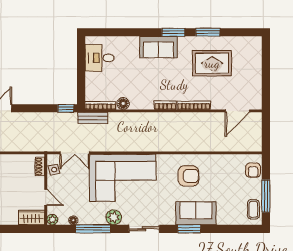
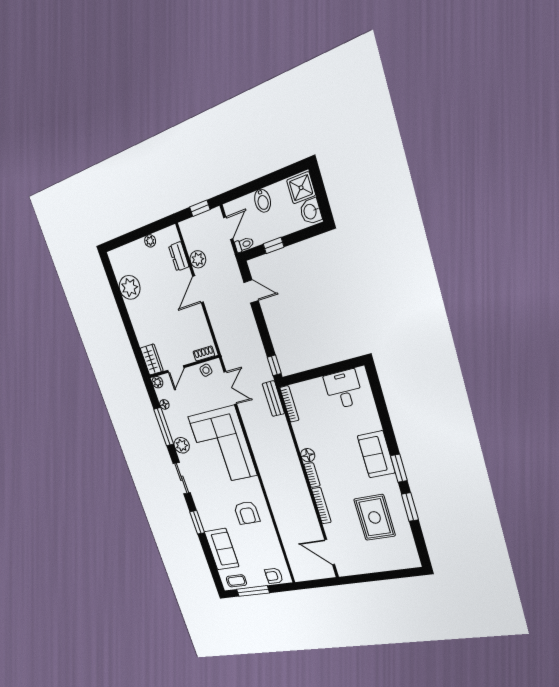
floor lamp: (123, 104) -> (308, 455), moved
double door: (75, 153) -> (230, 388), swing flipped
sofa: (196, 213) -> (222, 549), moved

